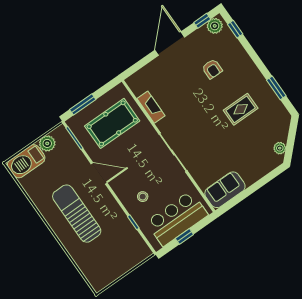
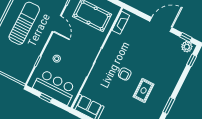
armchair: (212, 69) -> (125, 74), moved
fireplace: (151, 107) -> (121, 23), moved
rug: (241, 109) -> (144, 90), turned 90

